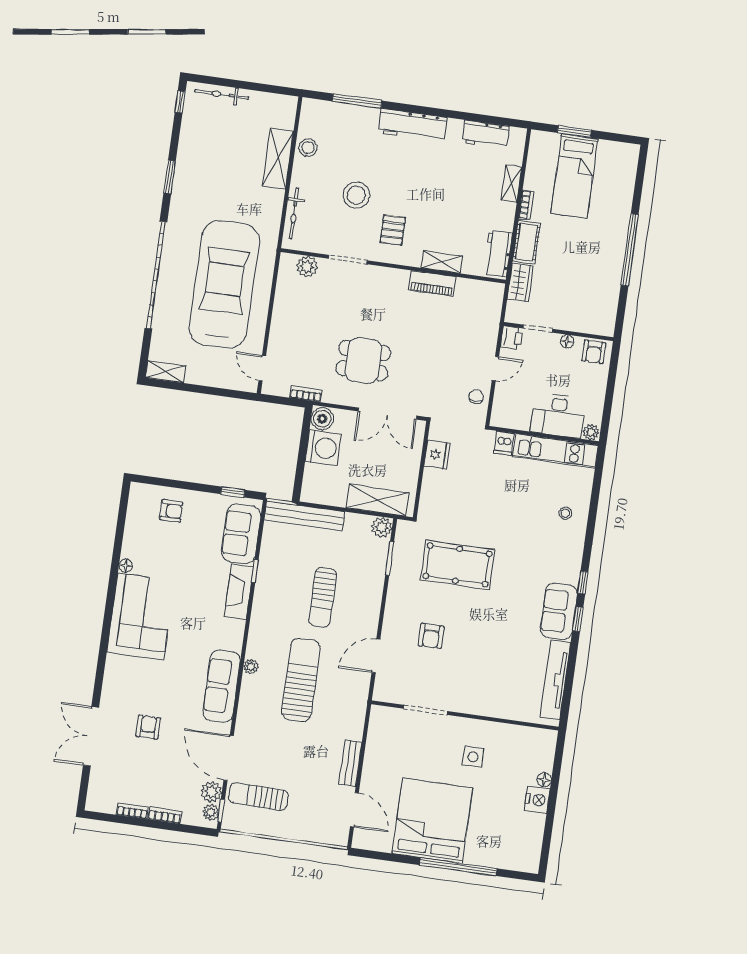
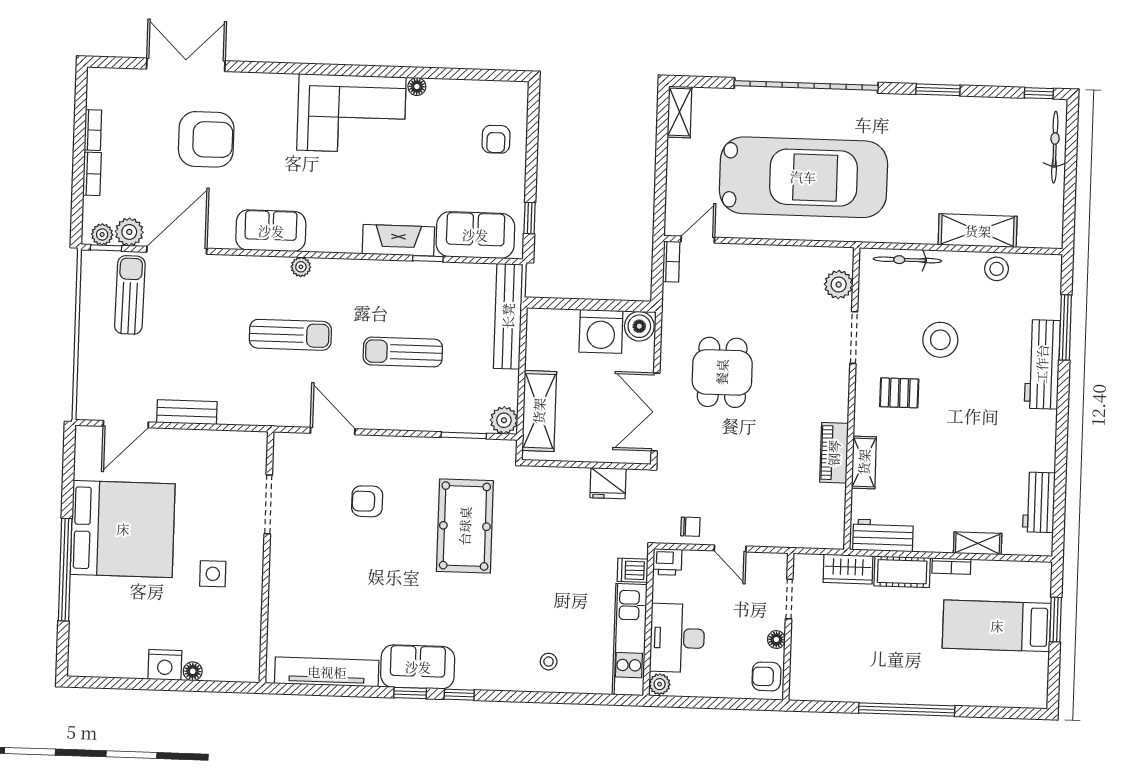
workbench: (412, 125) -> (1042, 364), moved
printer: (511, 338) -> (667, 562), moved
bookcase: (306, 394) -> (671, 262), moved
sun lounger: (301, 680) -> (290, 335), width x0.73, depth x0.75
sofa: (222, 686) -> (271, 231), width x0.73
armchair: (148, 727) -> (206, 139), width x1.88, depth x1.88

